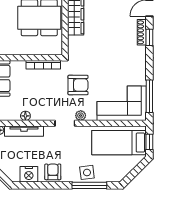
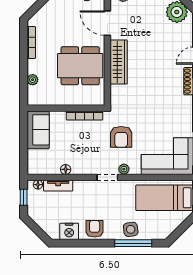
armchair: (78, 85) -> (121, 137), turned 90
tv unit: (24, 131) -> (58, 186), width x0.71

